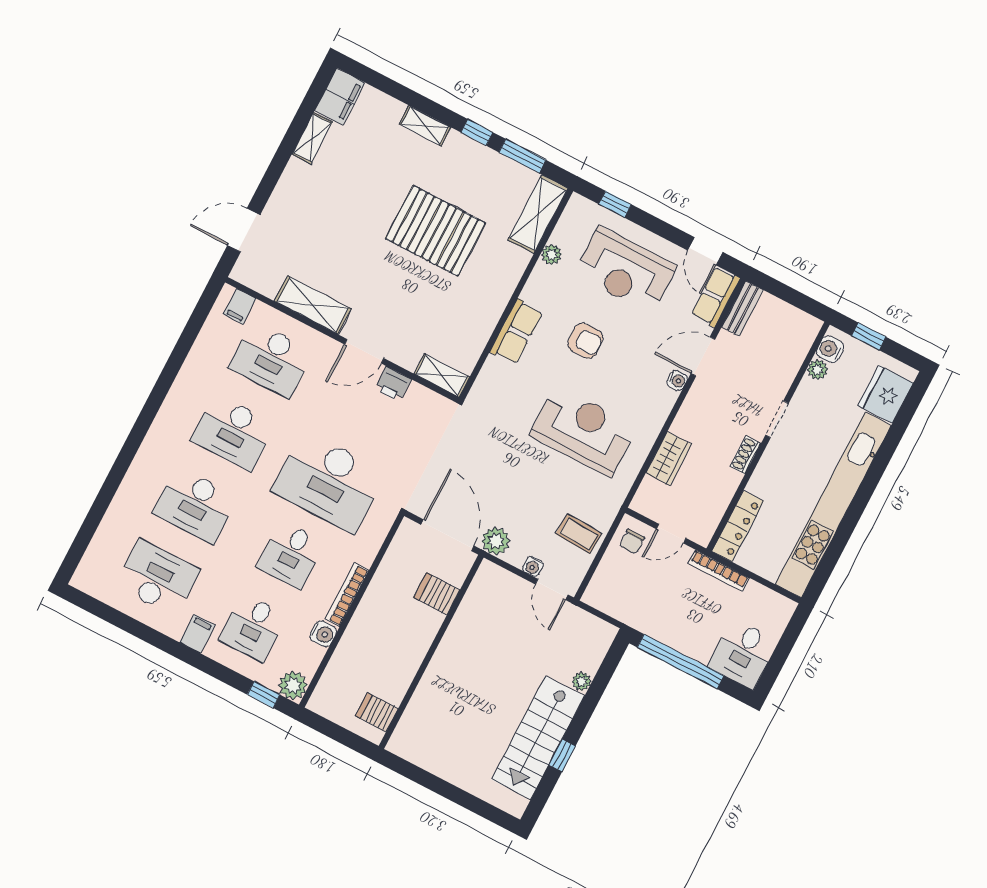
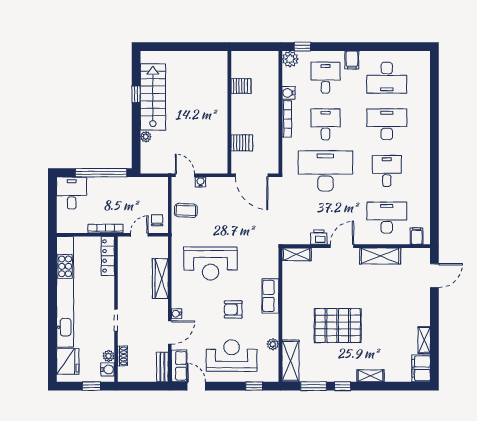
desk: (233, 432) -> (387, 171), width x0.73
shoe rack: (745, 455) -> (123, 356), moved
wardrobe: (669, 459) -> (160, 279), width x1.50
plant: (496, 541) -> (226, 185), removed
server rack: (377, 712) -> (241, 86), moved

